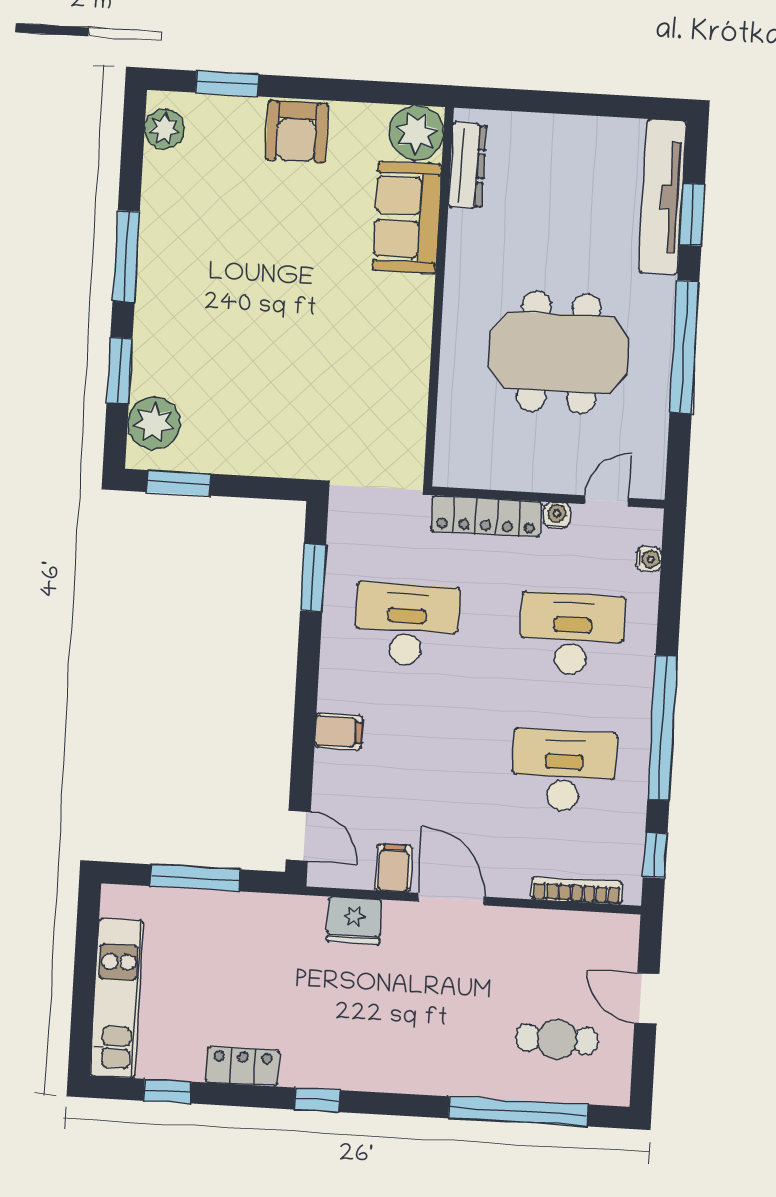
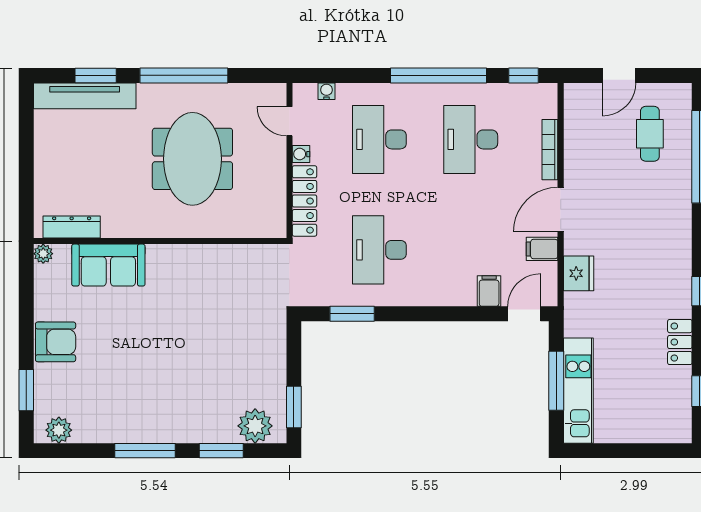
plant: (416, 133) -> (43, 254), width x0.53, depth x0.53
filing cabinet: (338, 731) -> (489, 291), moved
bookcase: (577, 890) -> (550, 150), moved
kitchen unit: (117, 998) -> (578, 391), moved, turned 90

